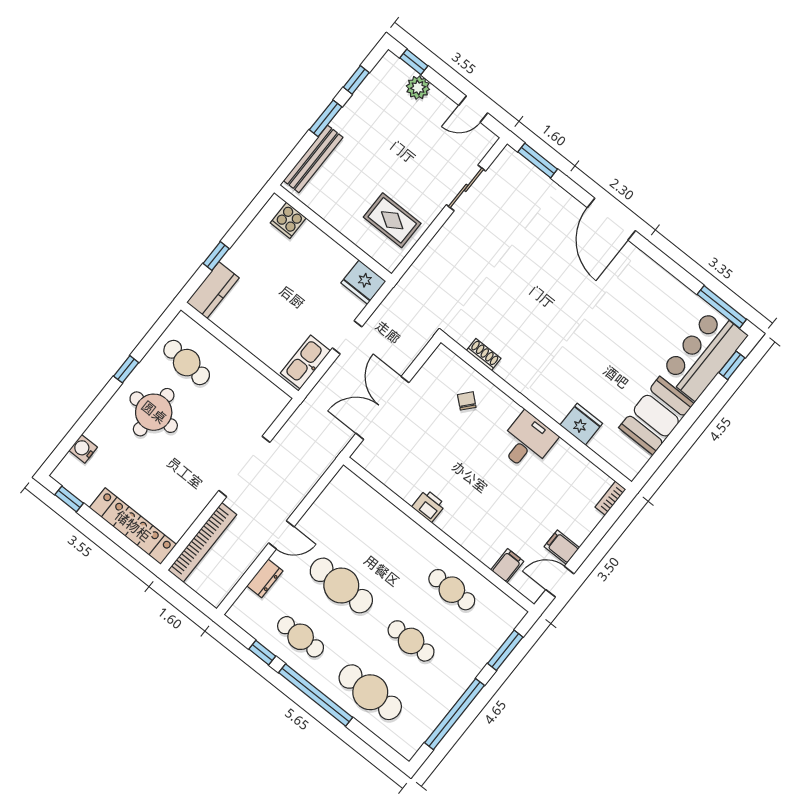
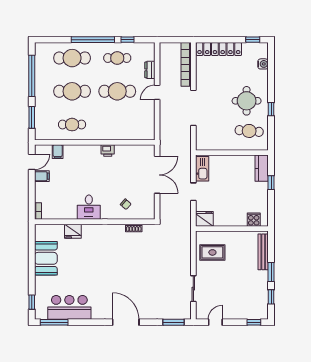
plant: (418, 88) -> (244, 313), removed
bar counter: (703, 354) -> (69, 307), moved, turned -90
cafe table: (411, 641) -> (72, 91), width x1.37, depth x1.35

